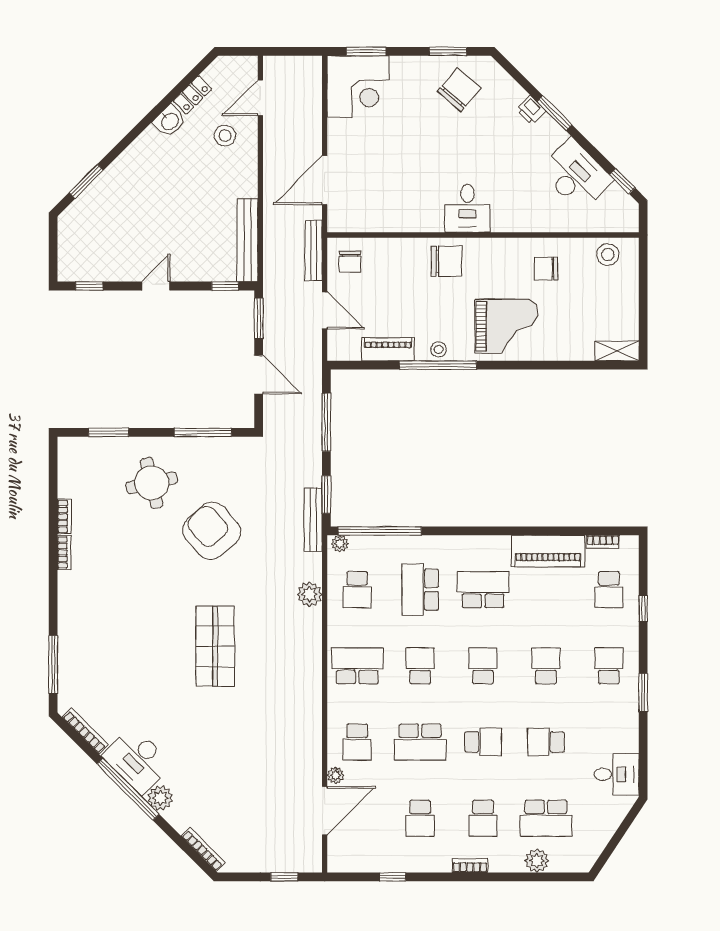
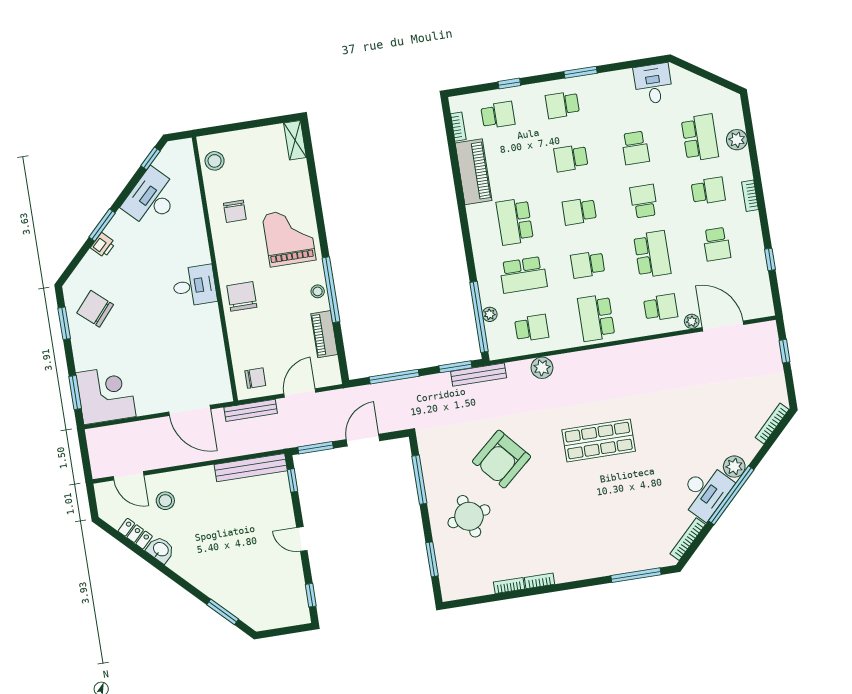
plant: (340, 544) -> (490, 314), moved
school desk: (420, 818) -> (717, 244), turned 90

